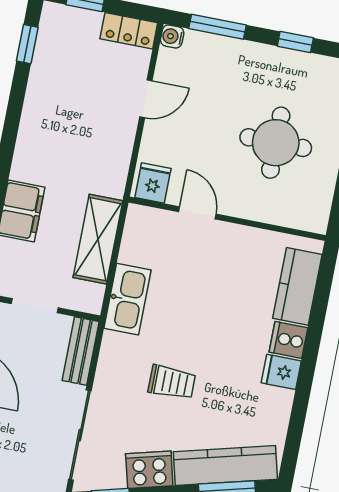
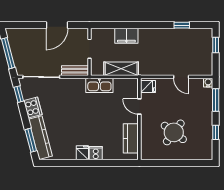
locker: (129, 31) -> (207, 65), removed
window: (27, 44) -> (182, 25), moved
round table: (276, 143) -> (174, 132), turned 37
door: (197, 213) -> (139, 107), swing flipped
kitchen counter: (297, 286) -> (131, 138), moved, turned -90
trolley: (172, 382) -> (70, 110), removed

